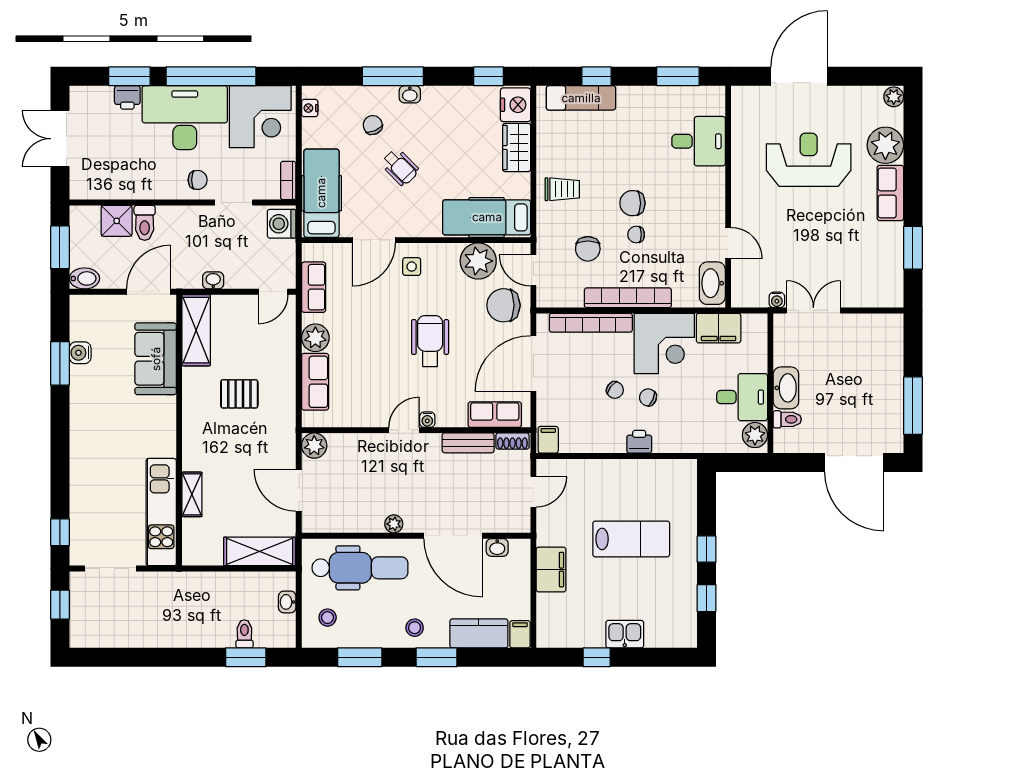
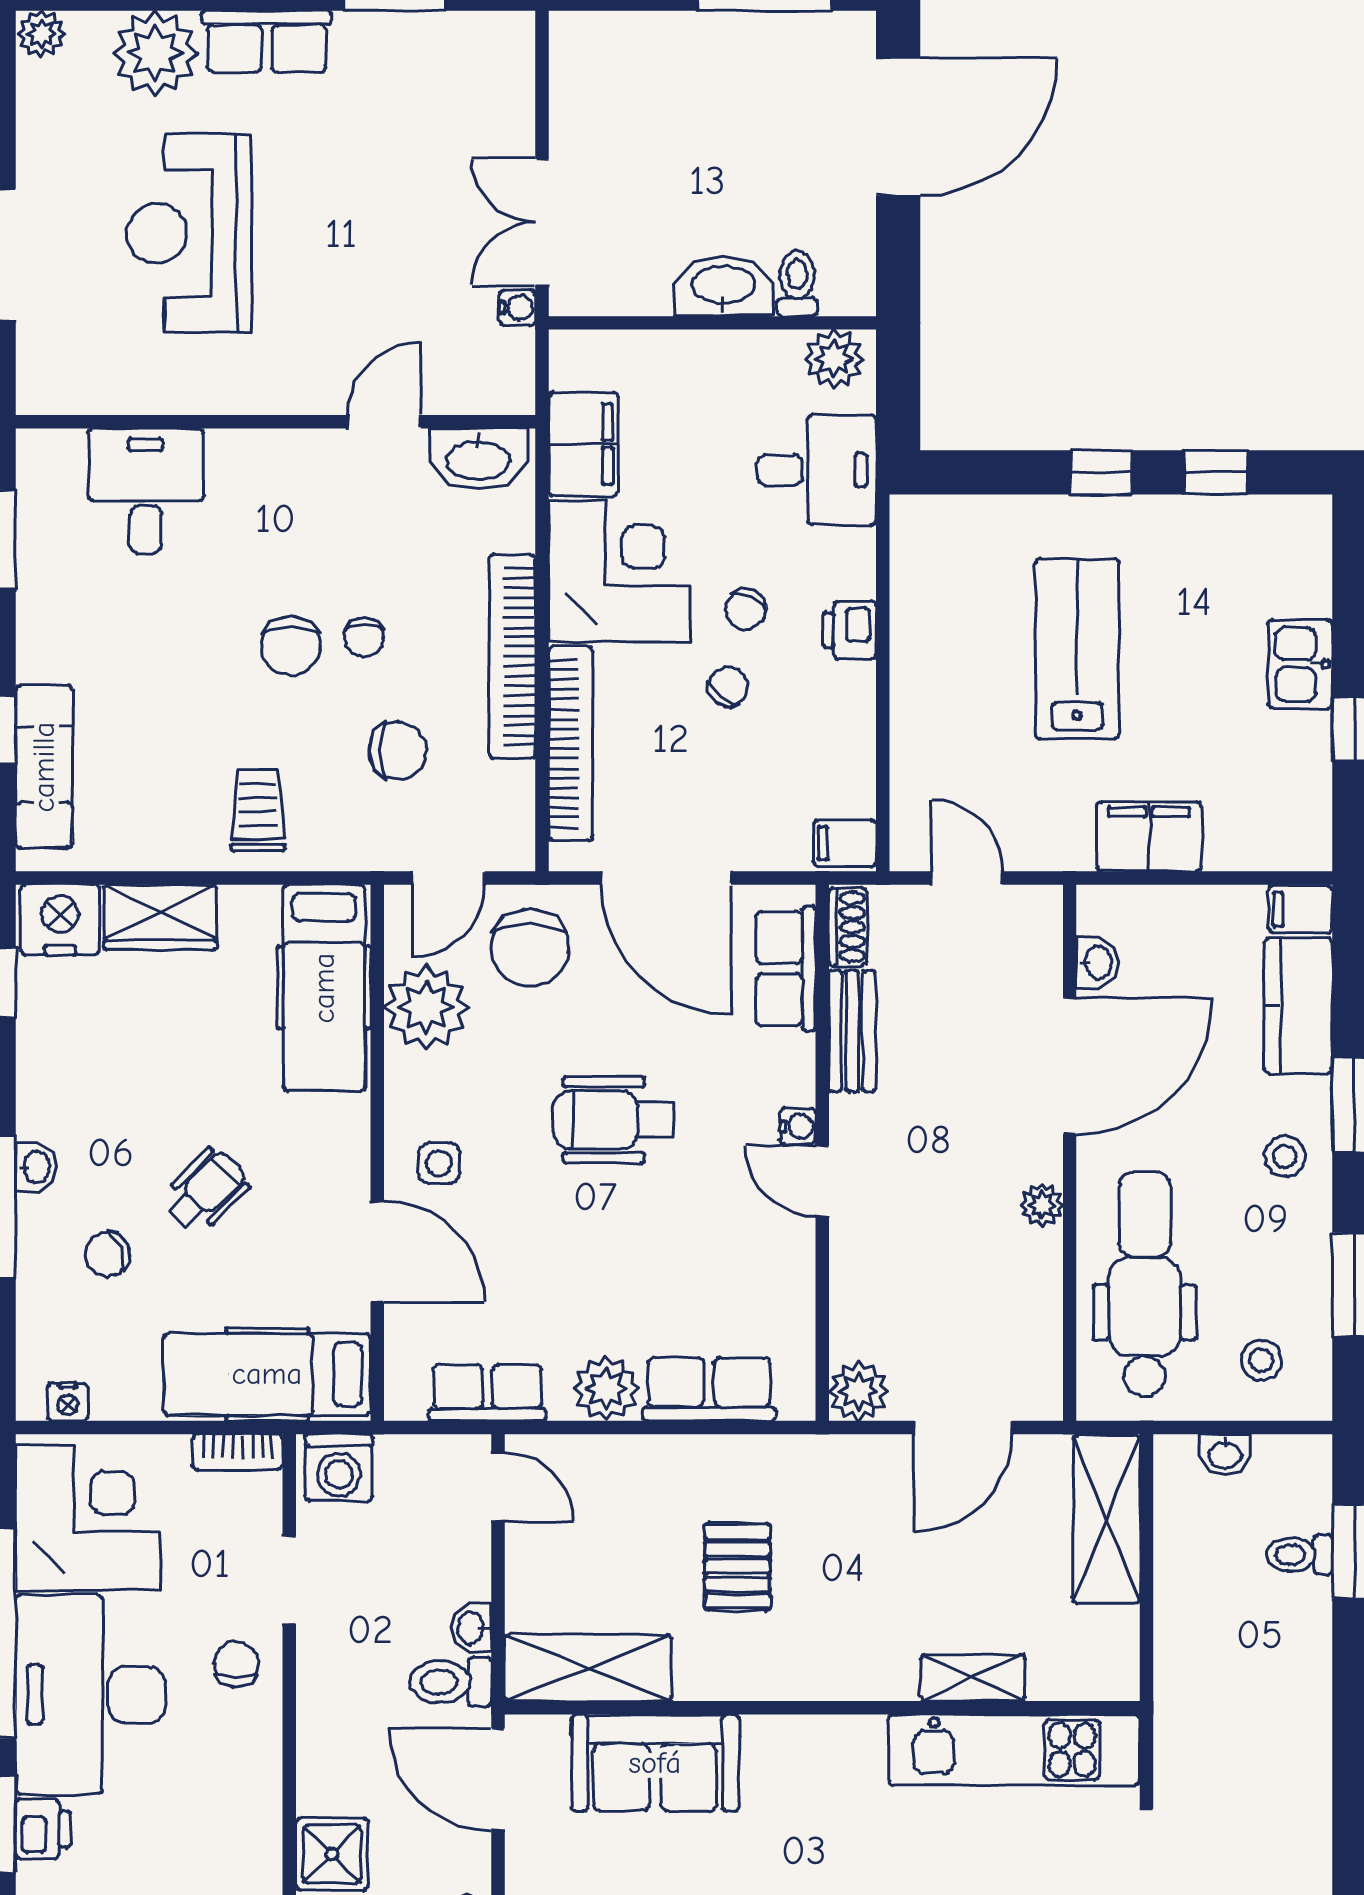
toilet: (145, 223) -> (450, 1682), moved, turned 180
desk: (742, 397) -> (817, 470), moved, turned 90

